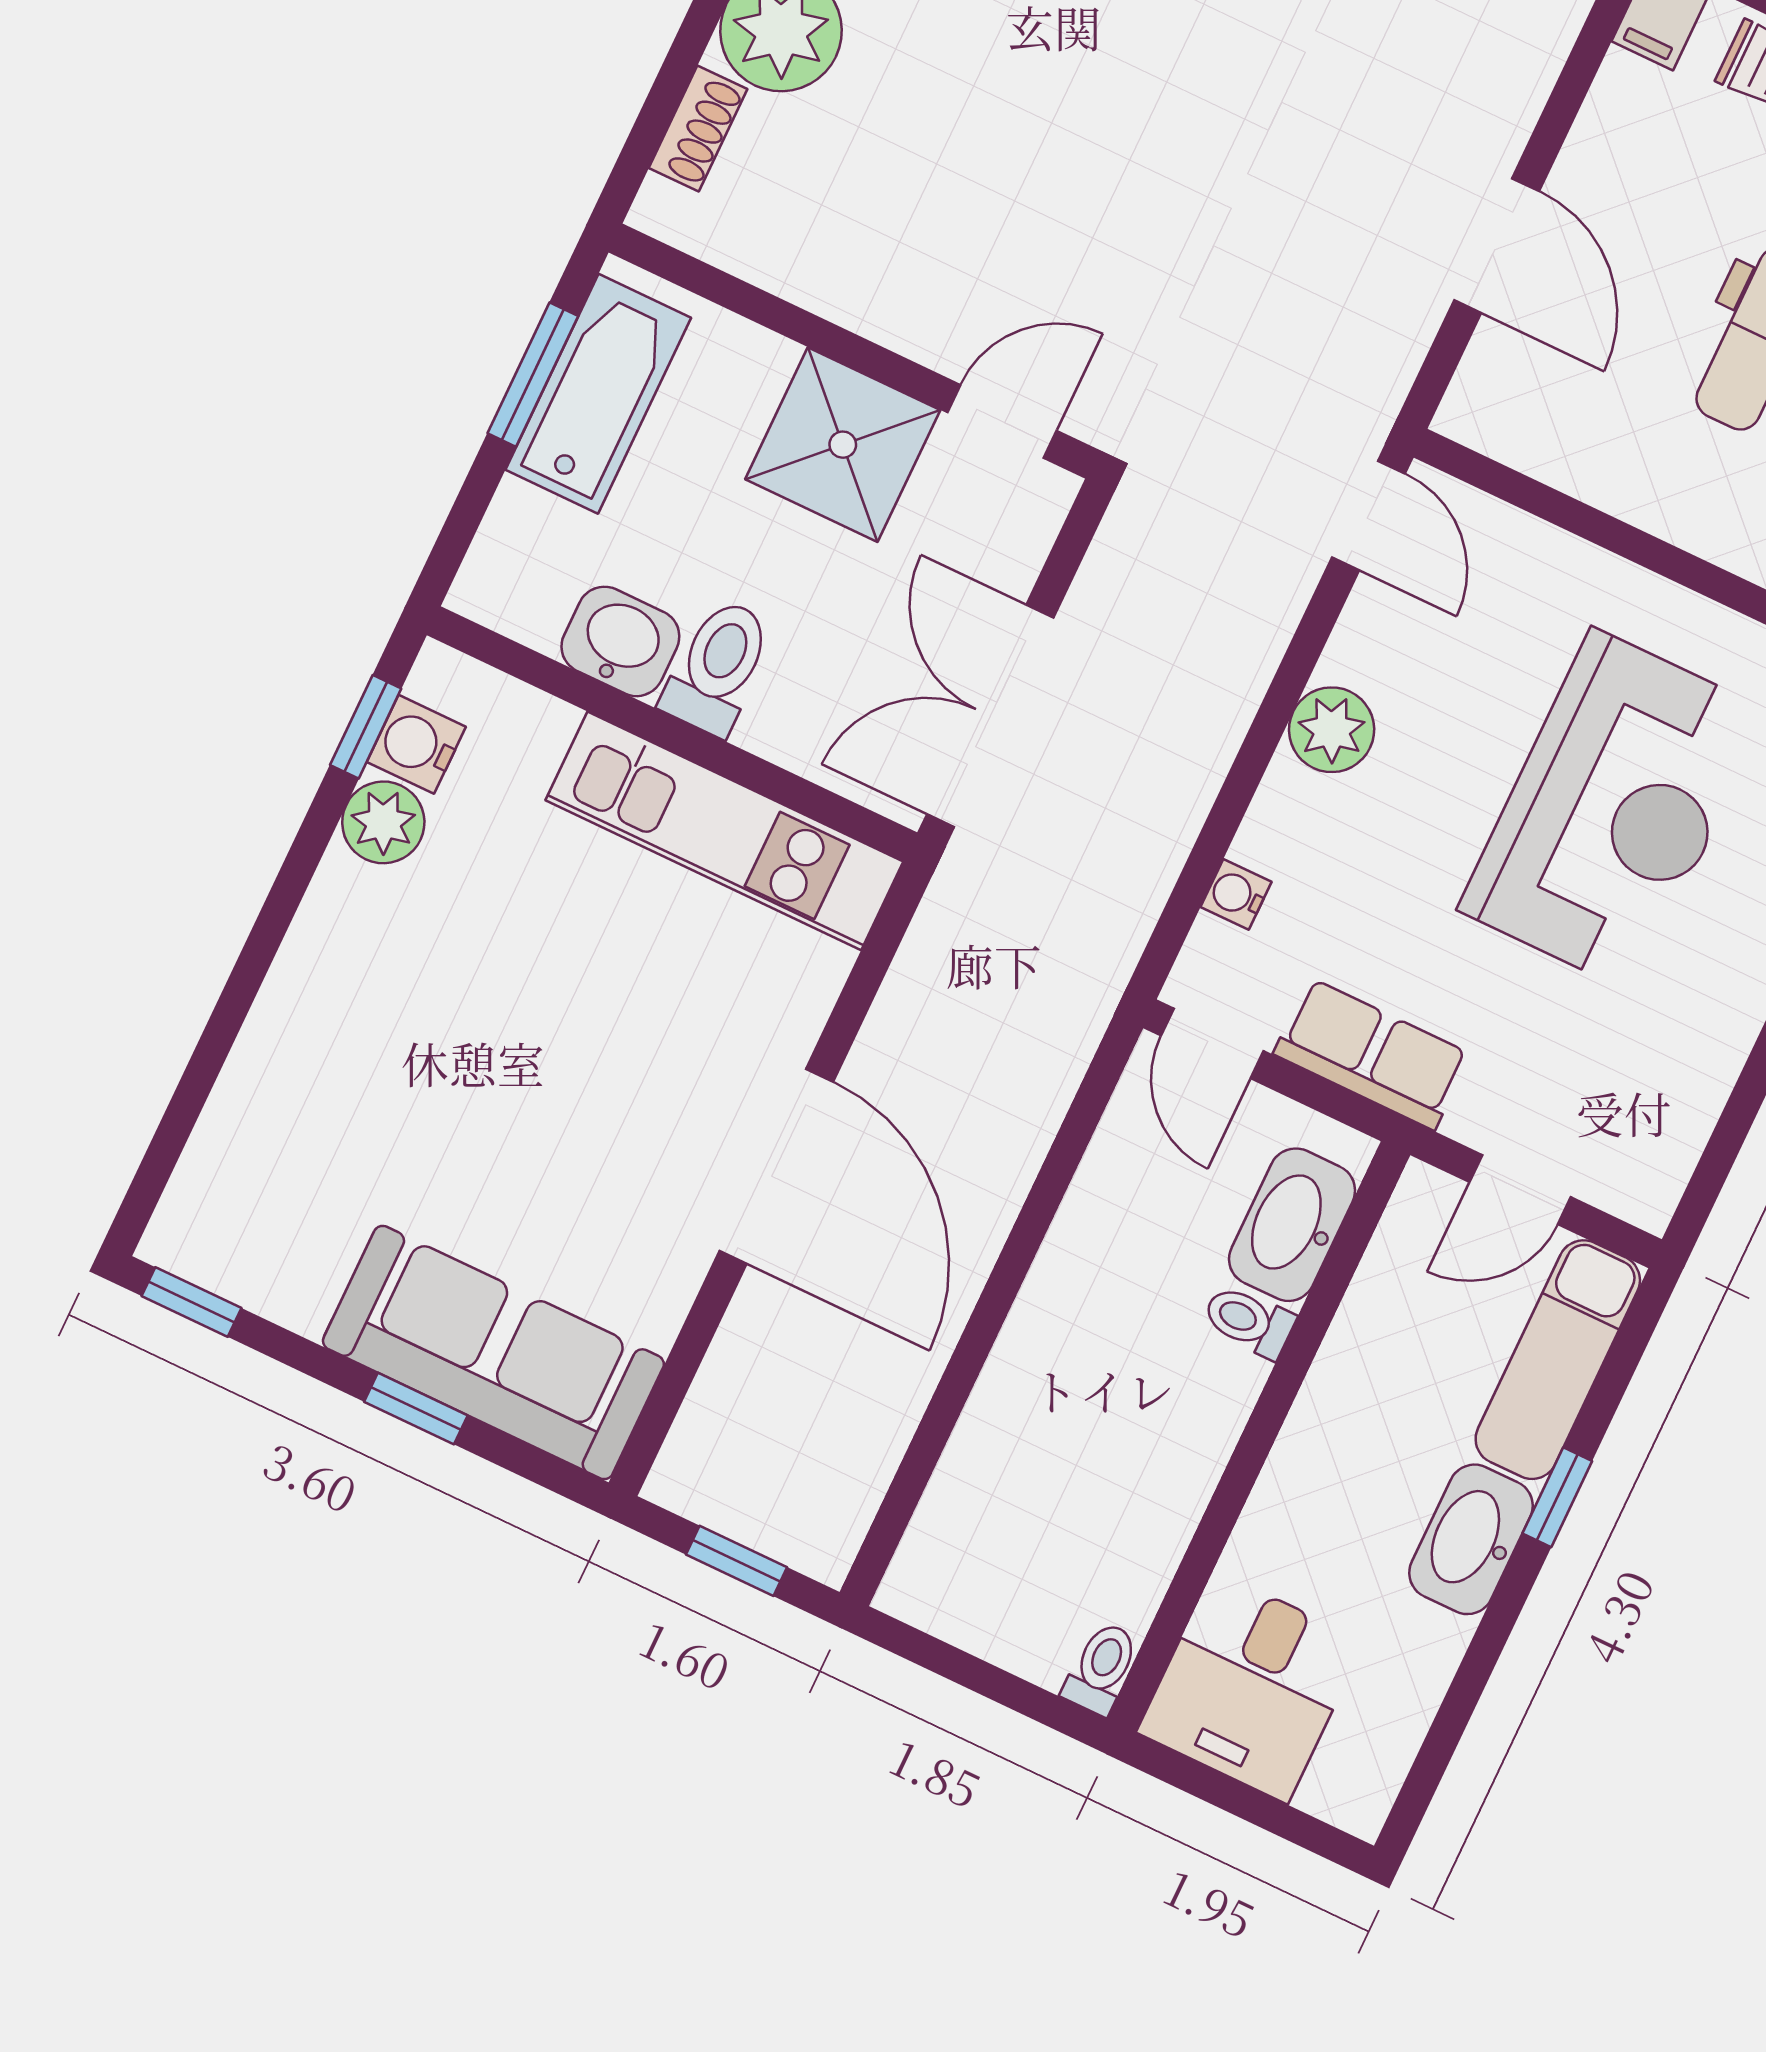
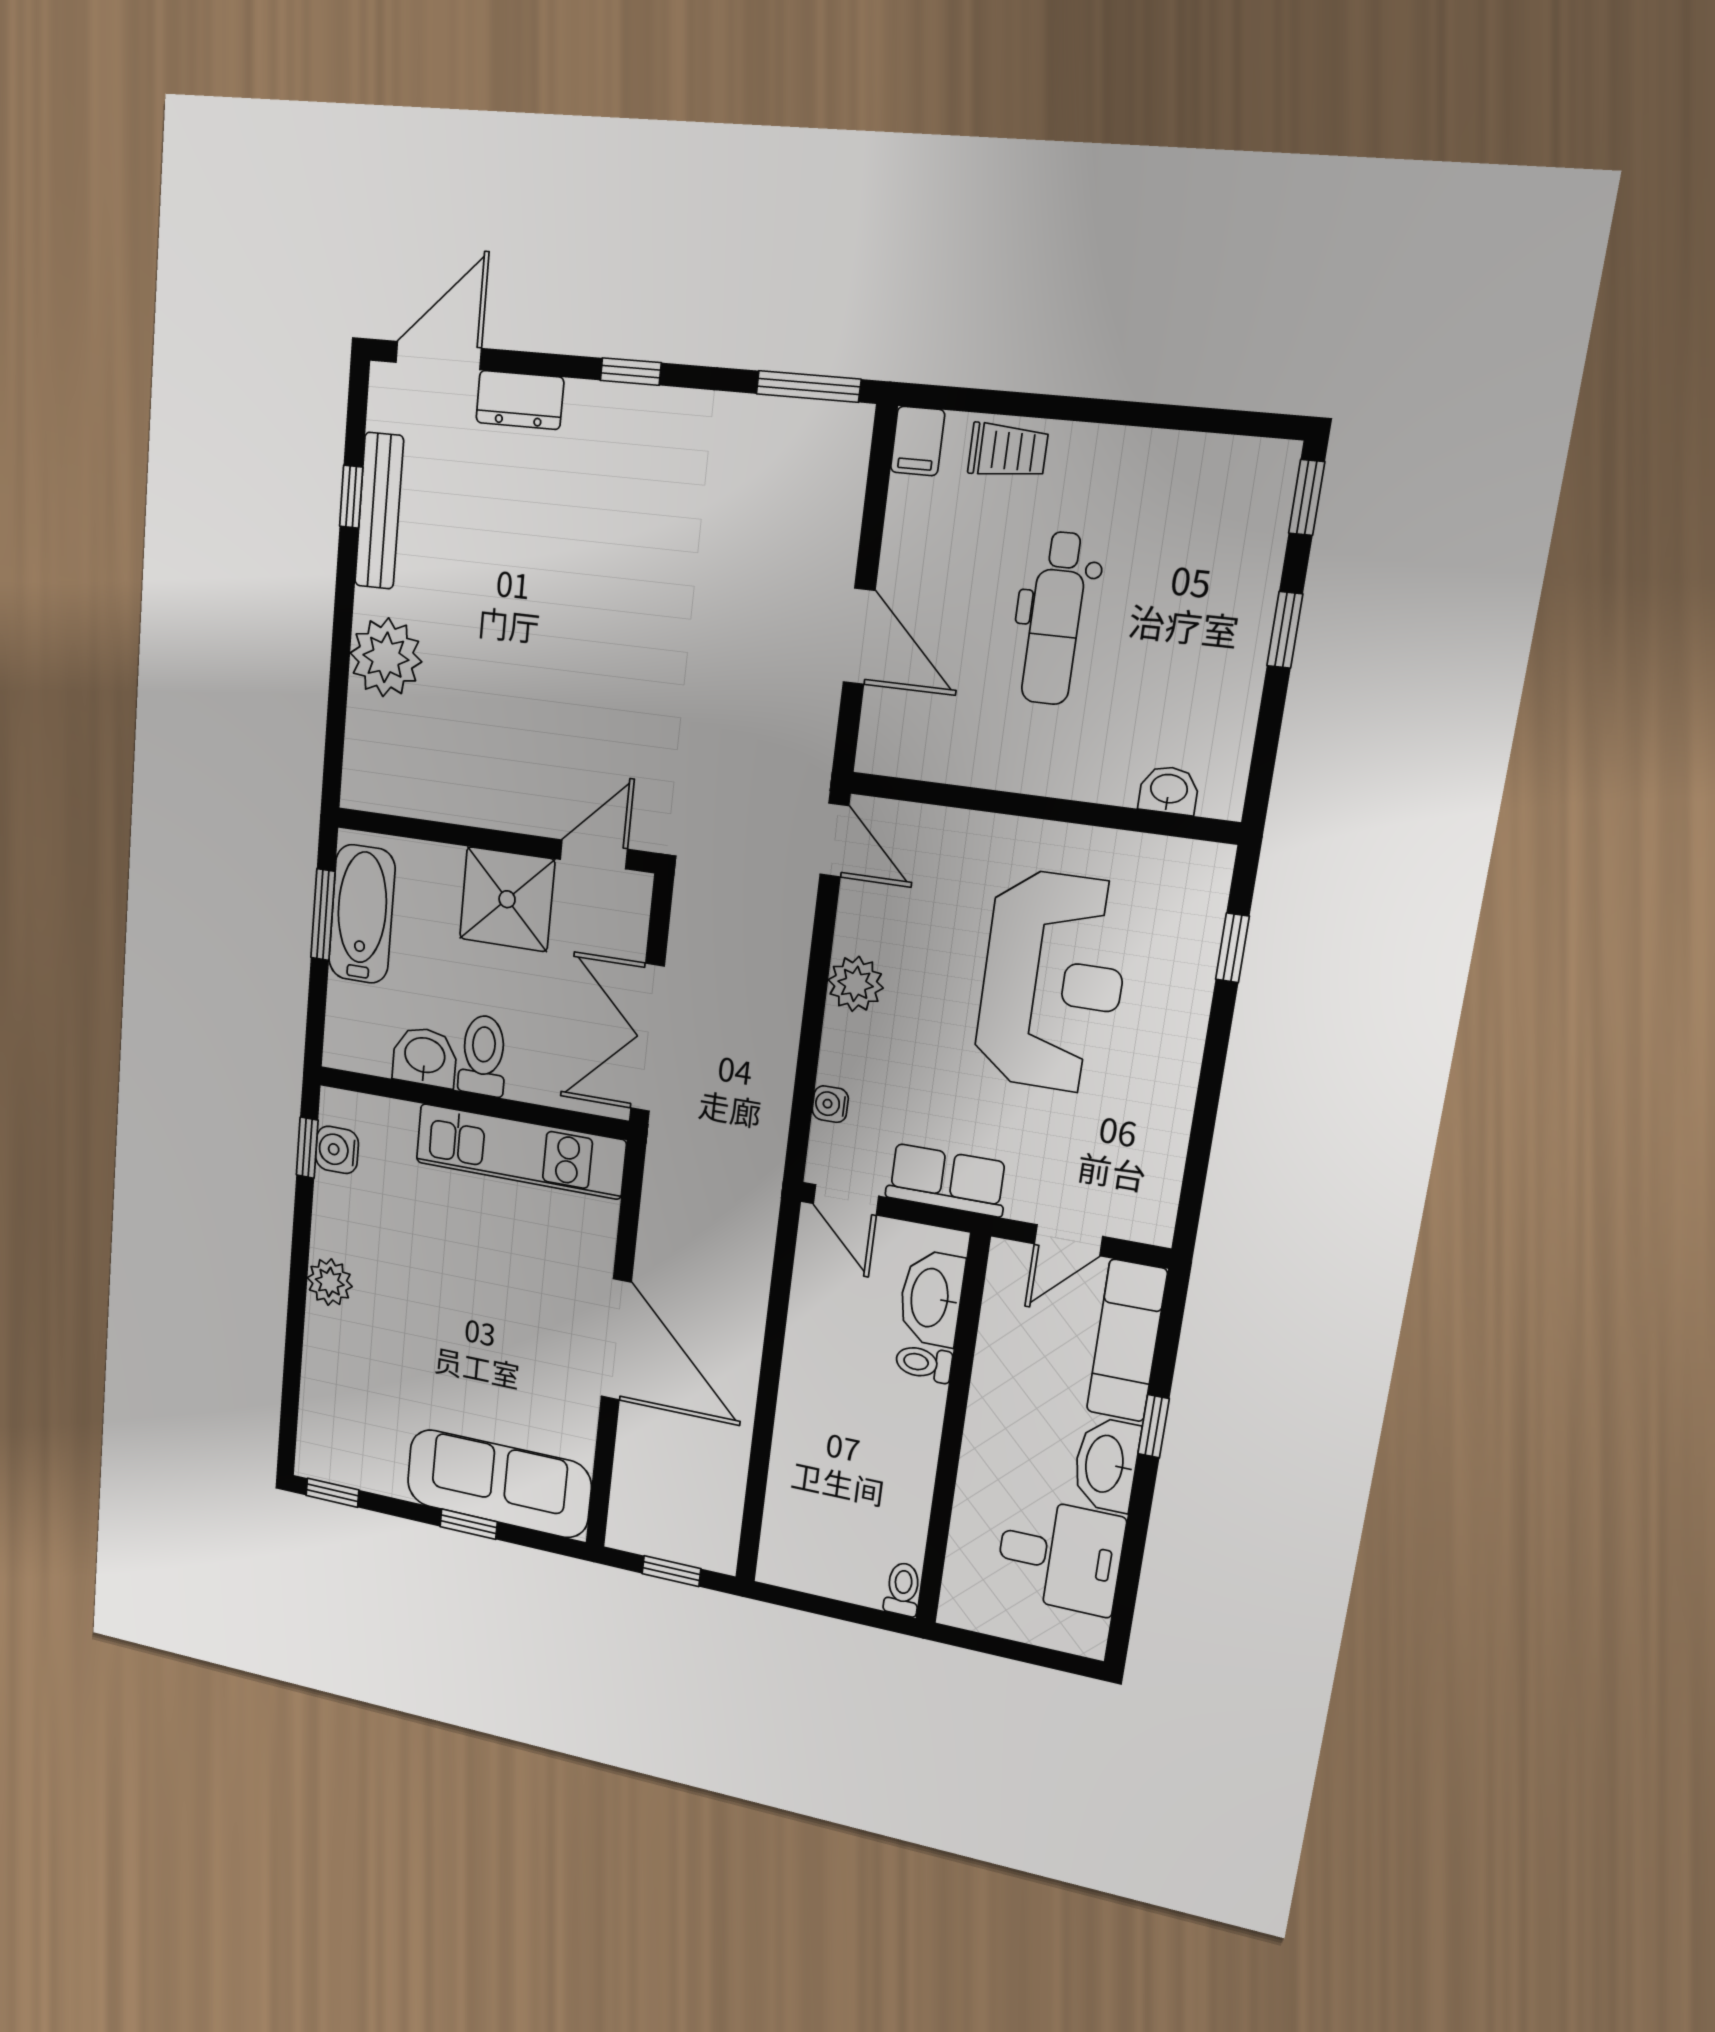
shoe rack: (698, 129) -> (361, 735), removed
plant: (383, 822) -> (330, 1282), moved
desk: (1251, 1687) -> (1060, 1556), moved, turned -90

